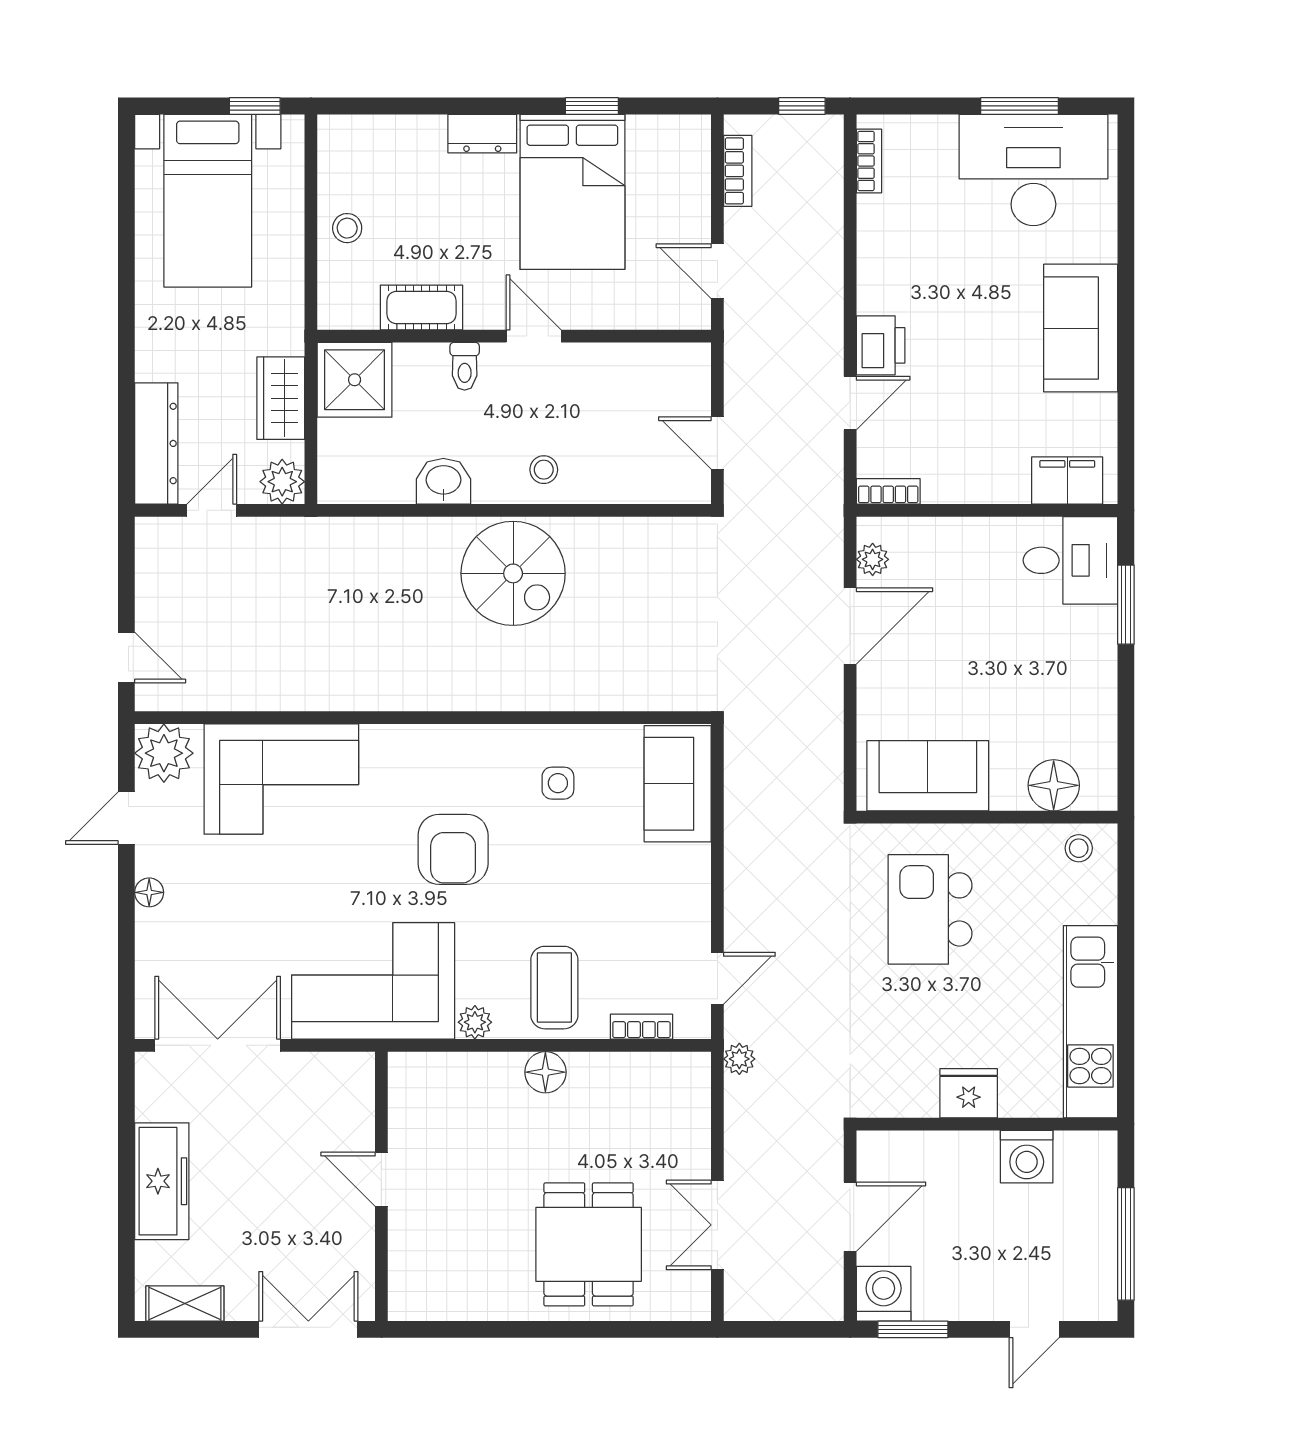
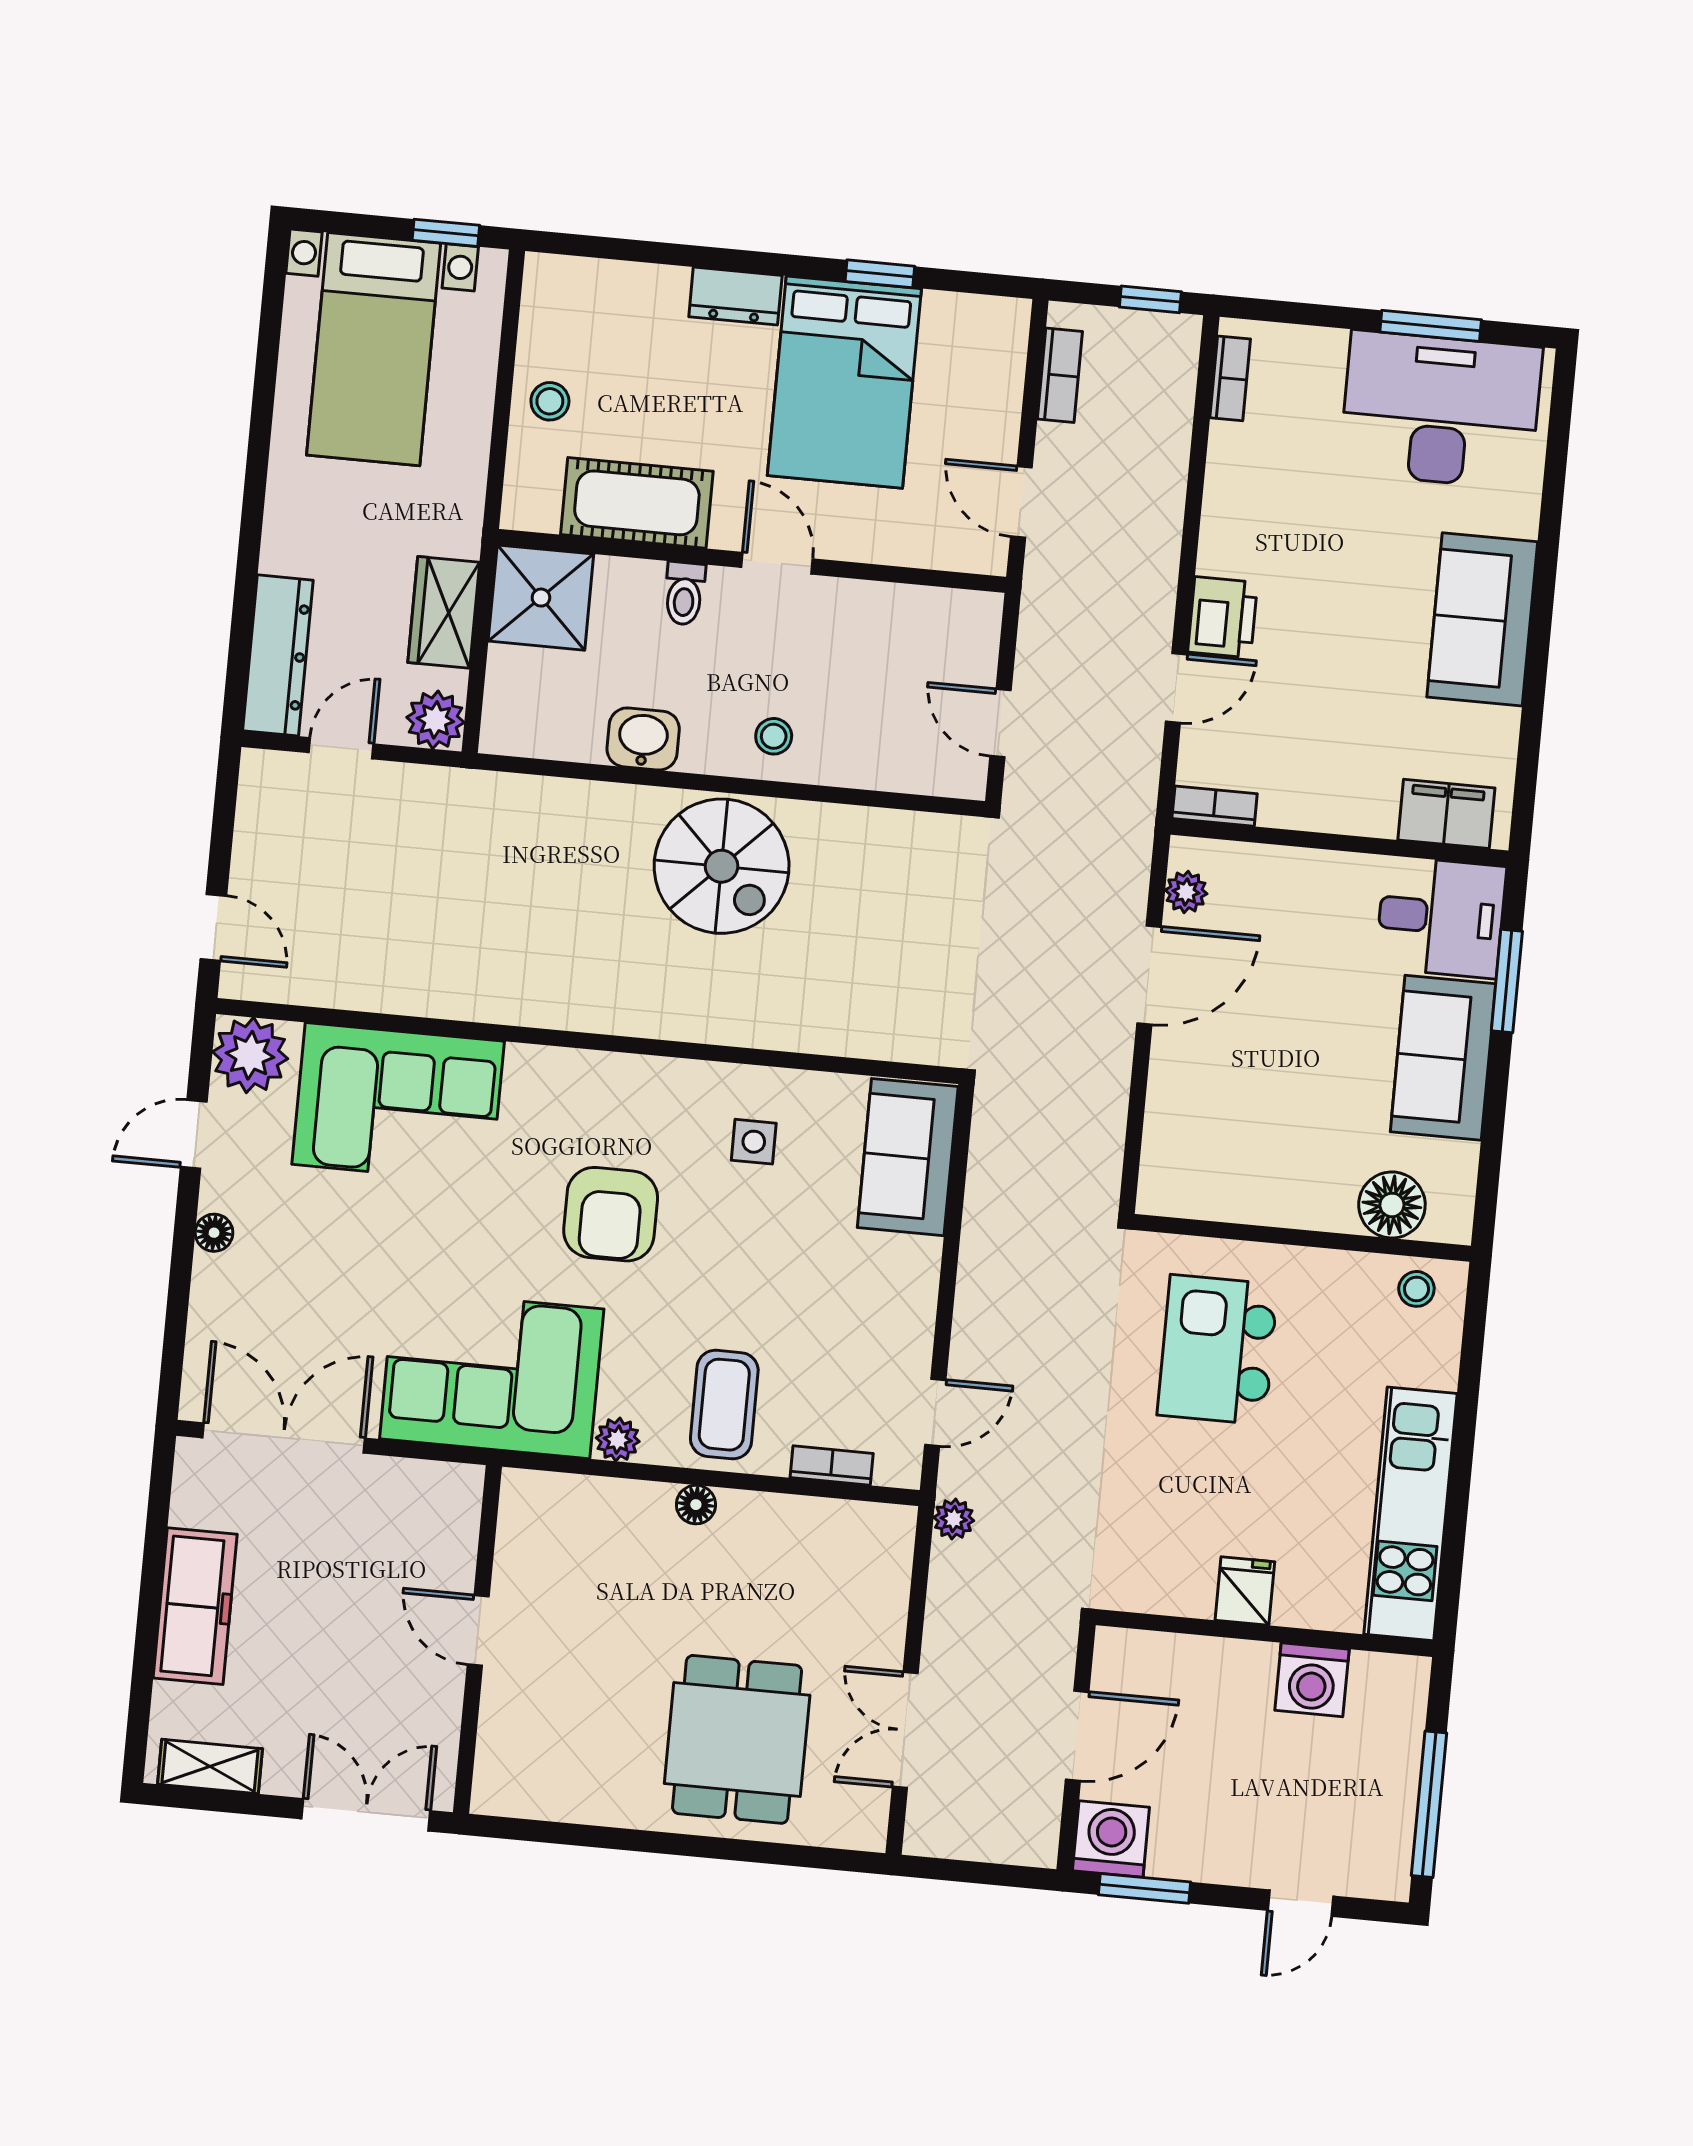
cot: (422, 308) -> (637, 503), width x1.37, depth x1.34
sofa: (928, 776) -> (1443, 1058), moved, turned -90
floor lamp: (545, 1072) -> (696, 1505), width x0.73, depth x0.73
fridge: (969, 1093) -> (1245, 1591), width x0.72

